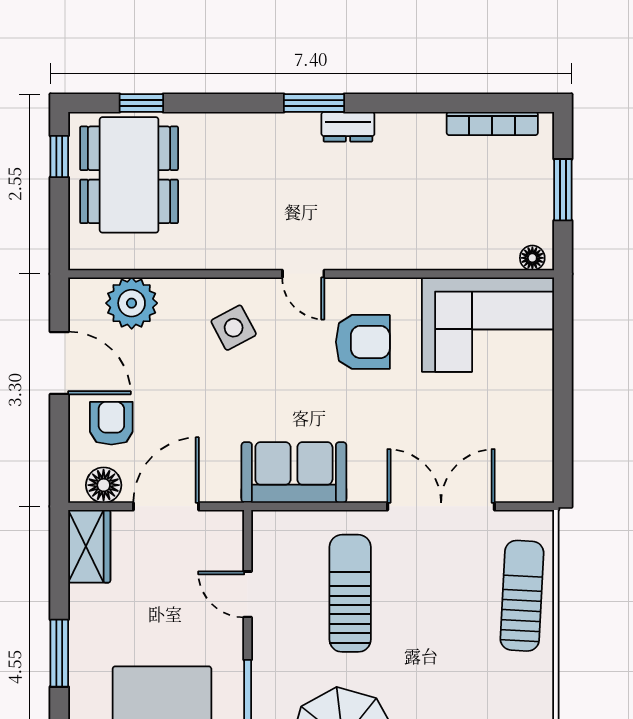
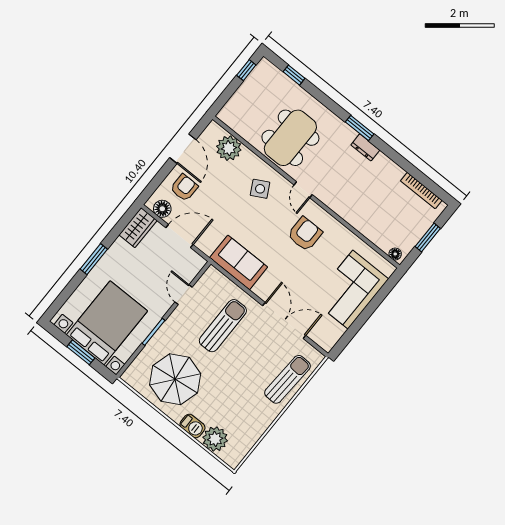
dining table: (129, 175) -> (290, 138), moved
corner sofa: (488, 325) -> (350, 290), moved, turned 90
armchair: (363, 342) -> (305, 234), turned -90

